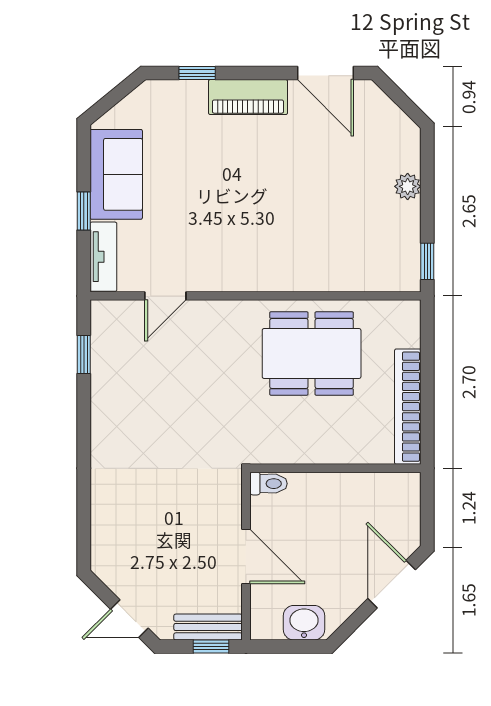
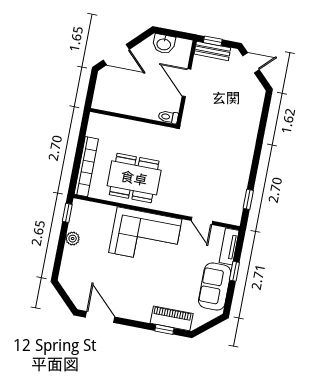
piano: (248, 97) -> (172, 318), moved
plant: (408, 186) -> (73, 239), moved
corner sofa: (269, 246) -> (145, 236), added
door: (165, 296) -> (202, 221), swing flipped
bookcase: (408, 407) -> (86, 167), moved
door: (392, 584) -> (116, 55), hinge flipped

